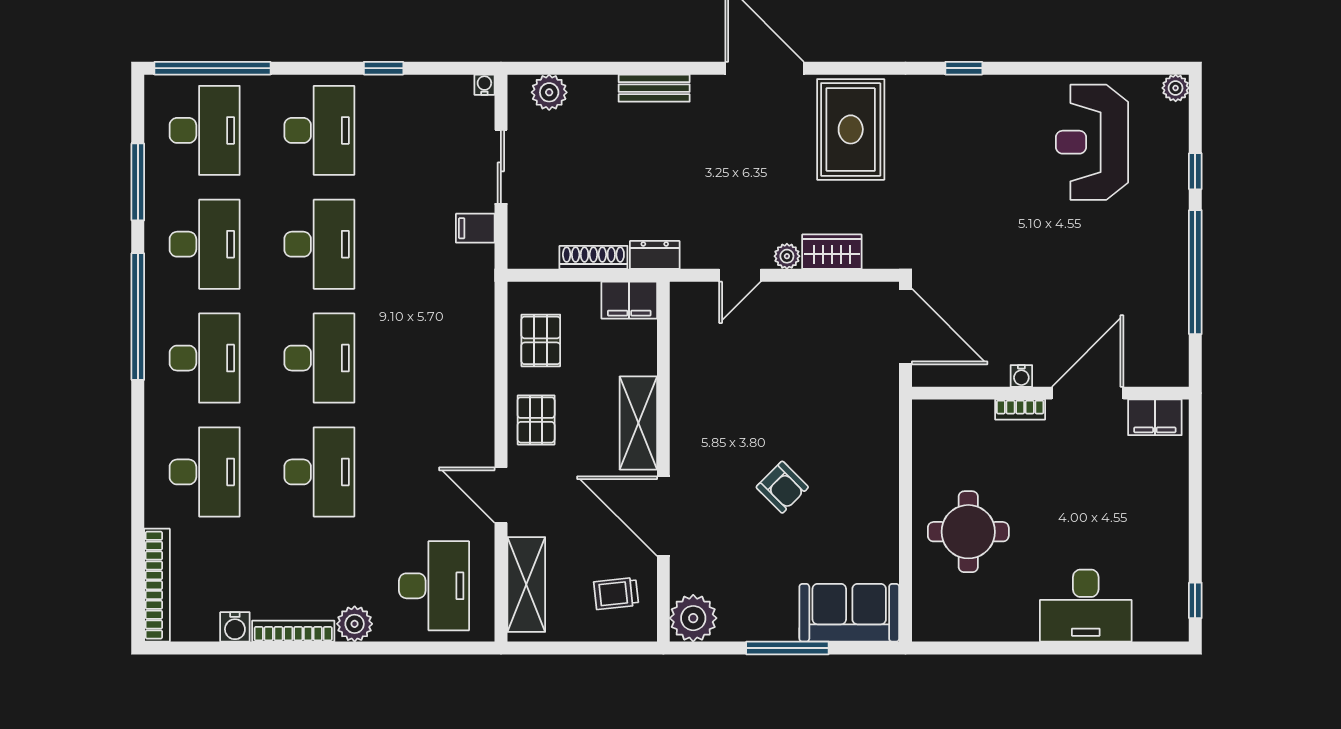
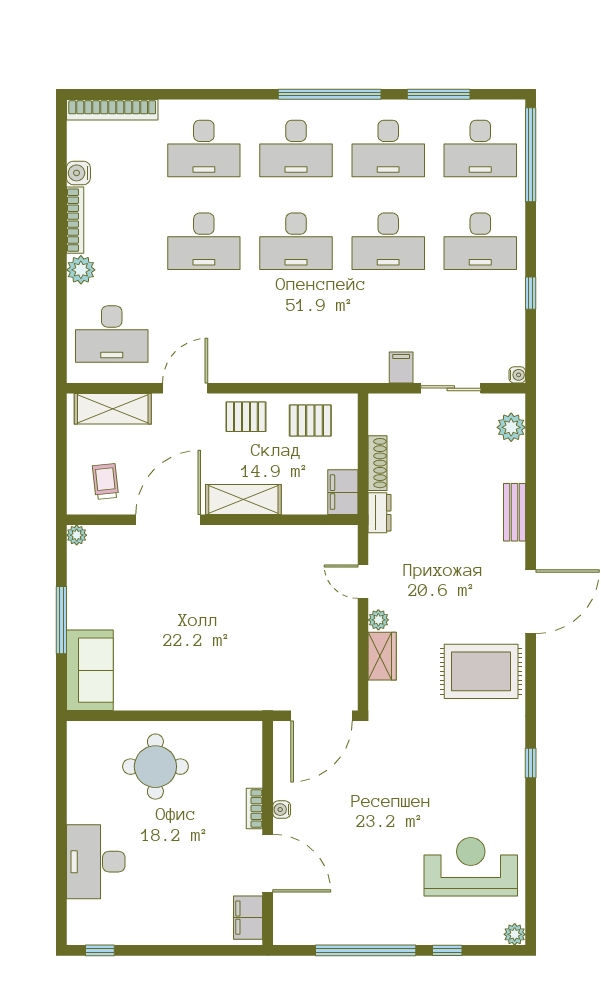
armchair: (782, 487) -> (192, 616), removed
plant: (693, 618) -> (77, 535), width x0.53, depth x0.53

